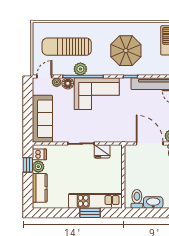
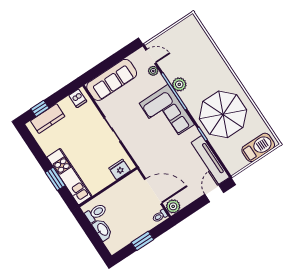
sun lounger: (67, 47) -> (191, 59), removed
parasol: (126, 51) -> (223, 114), width x1.36, depth x1.36
floor lamp: (68, 83) -> (159, 82), removed
door: (150, 144) -> (153, 191), hinge flipped
fridge: (102, 151) -> (120, 169), moved, turned 90
window: (28, 165) -> (40, 108), moved
plant: (38, 167) -> (66, 105), removed

